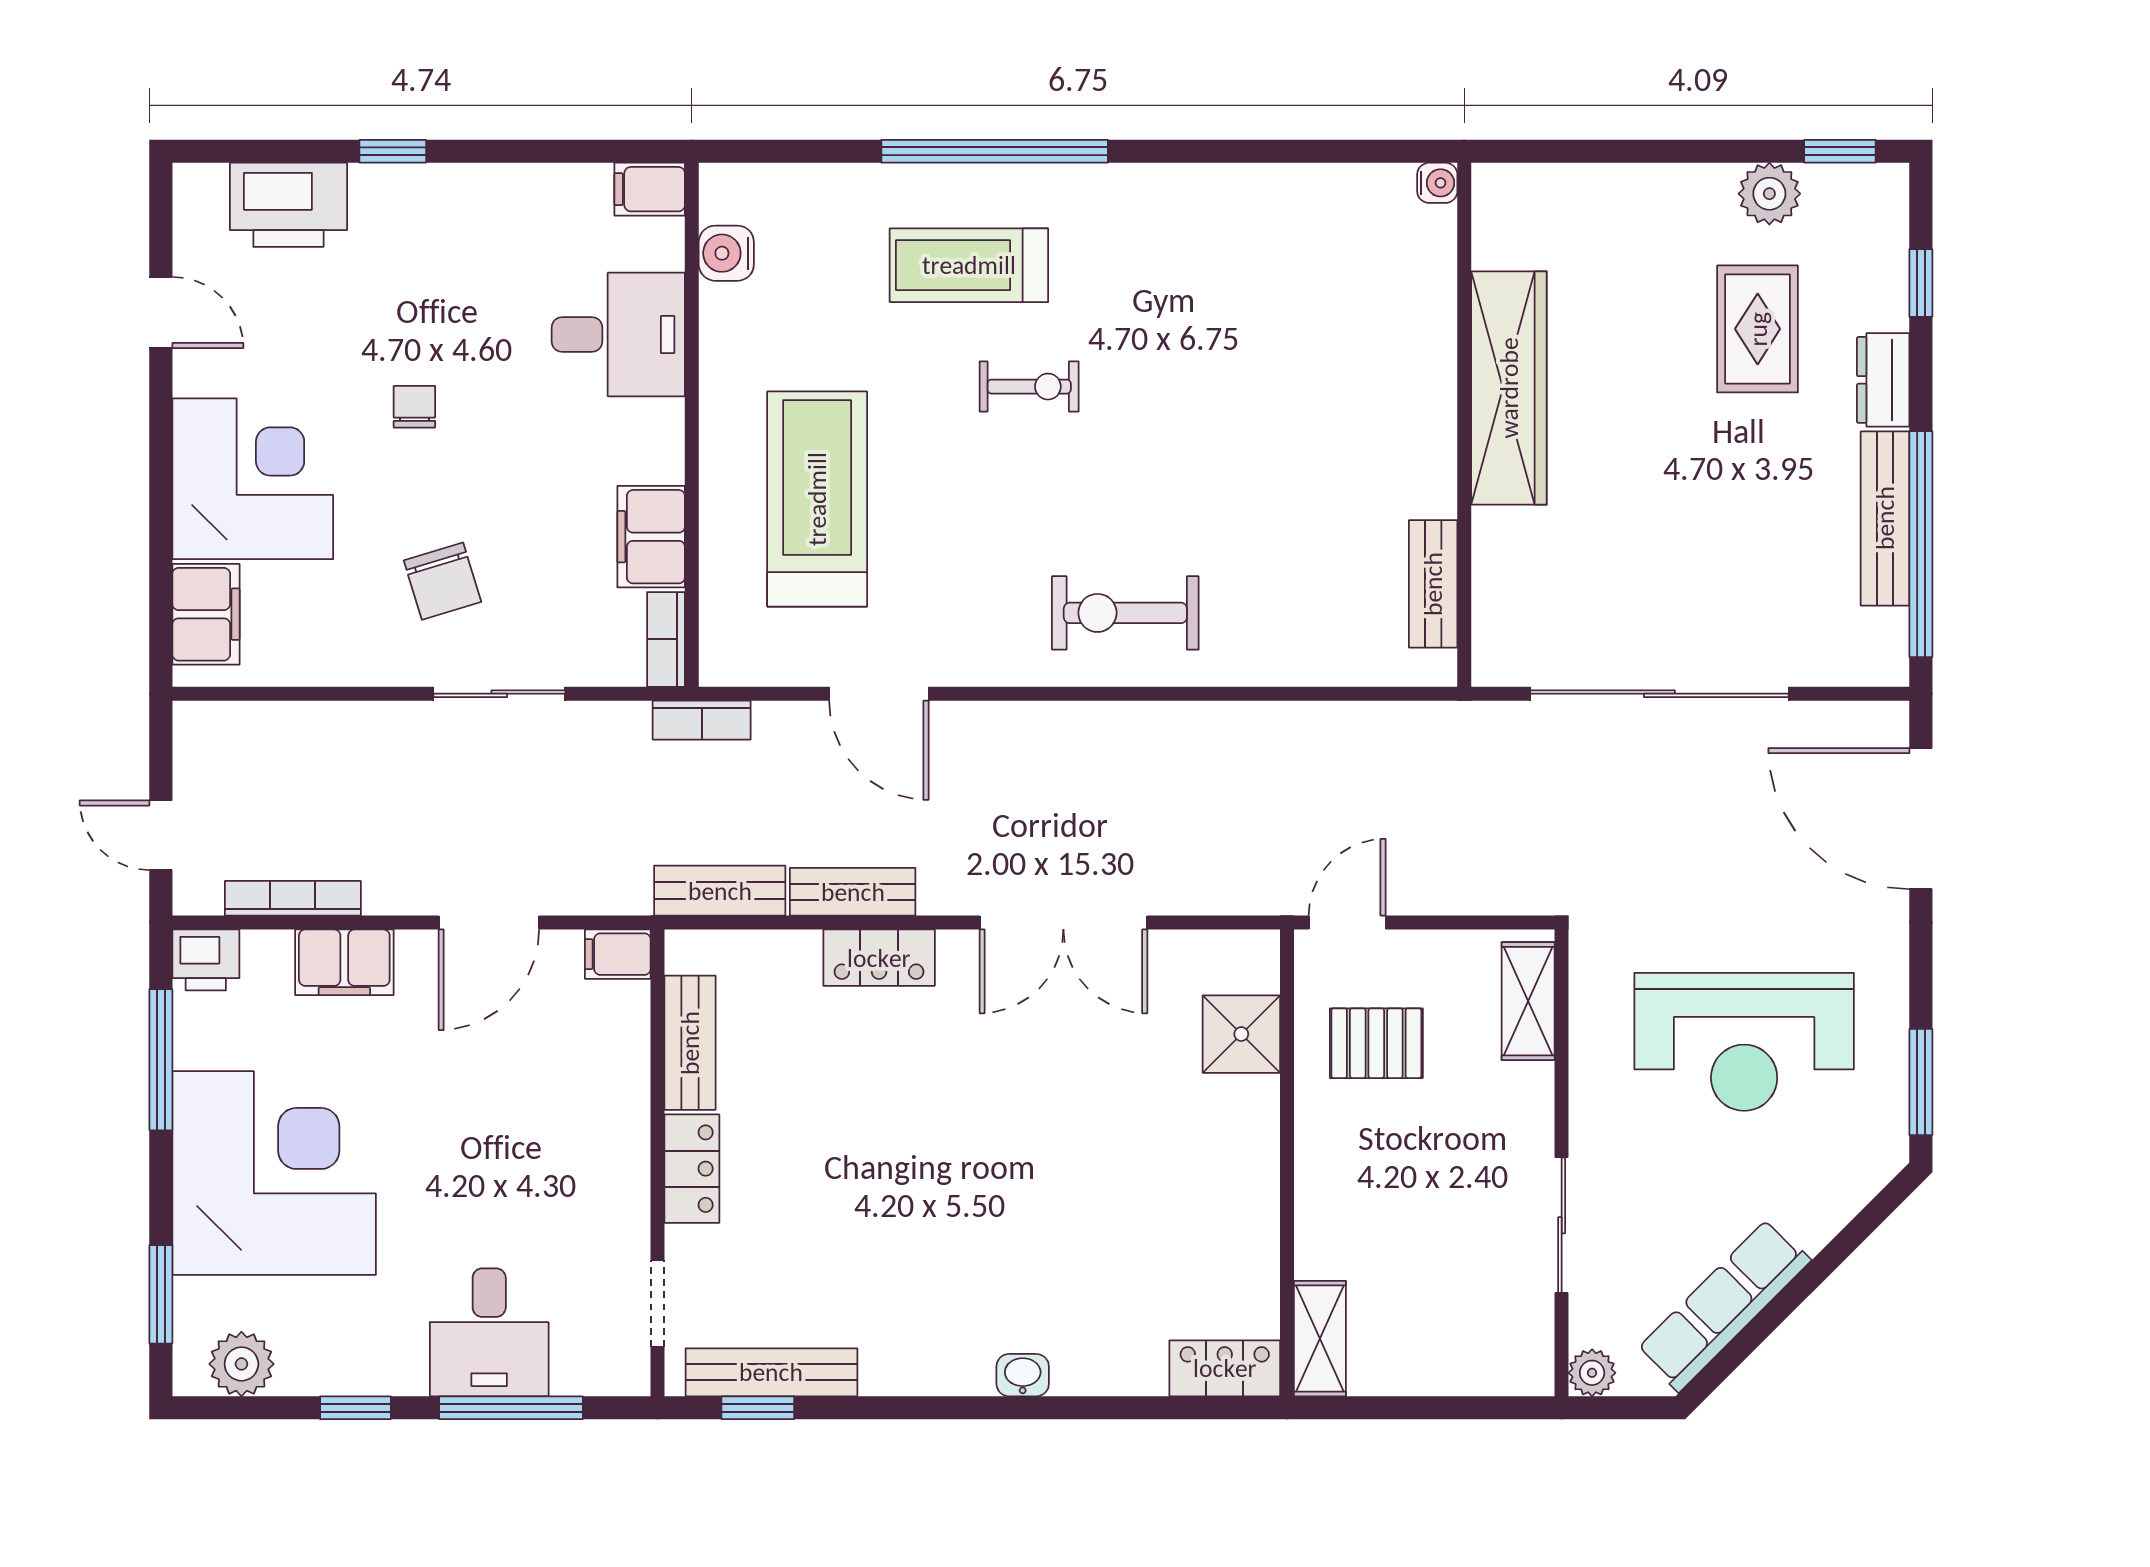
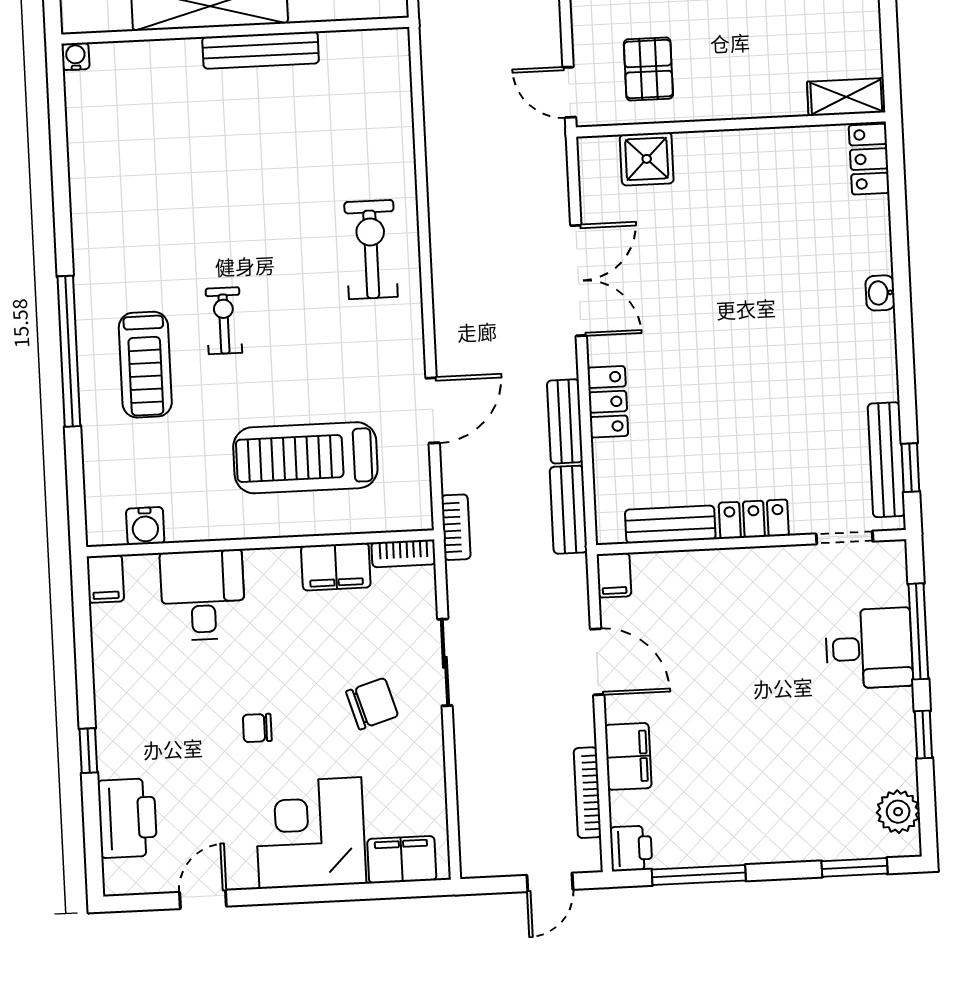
bench: (1433, 584) -> (261, 50), moved, width x1.36
exercise bike: (1125, 613) -> (371, 250), turned 180
corner desk: (274, 1173) -> (770, 796), removed

